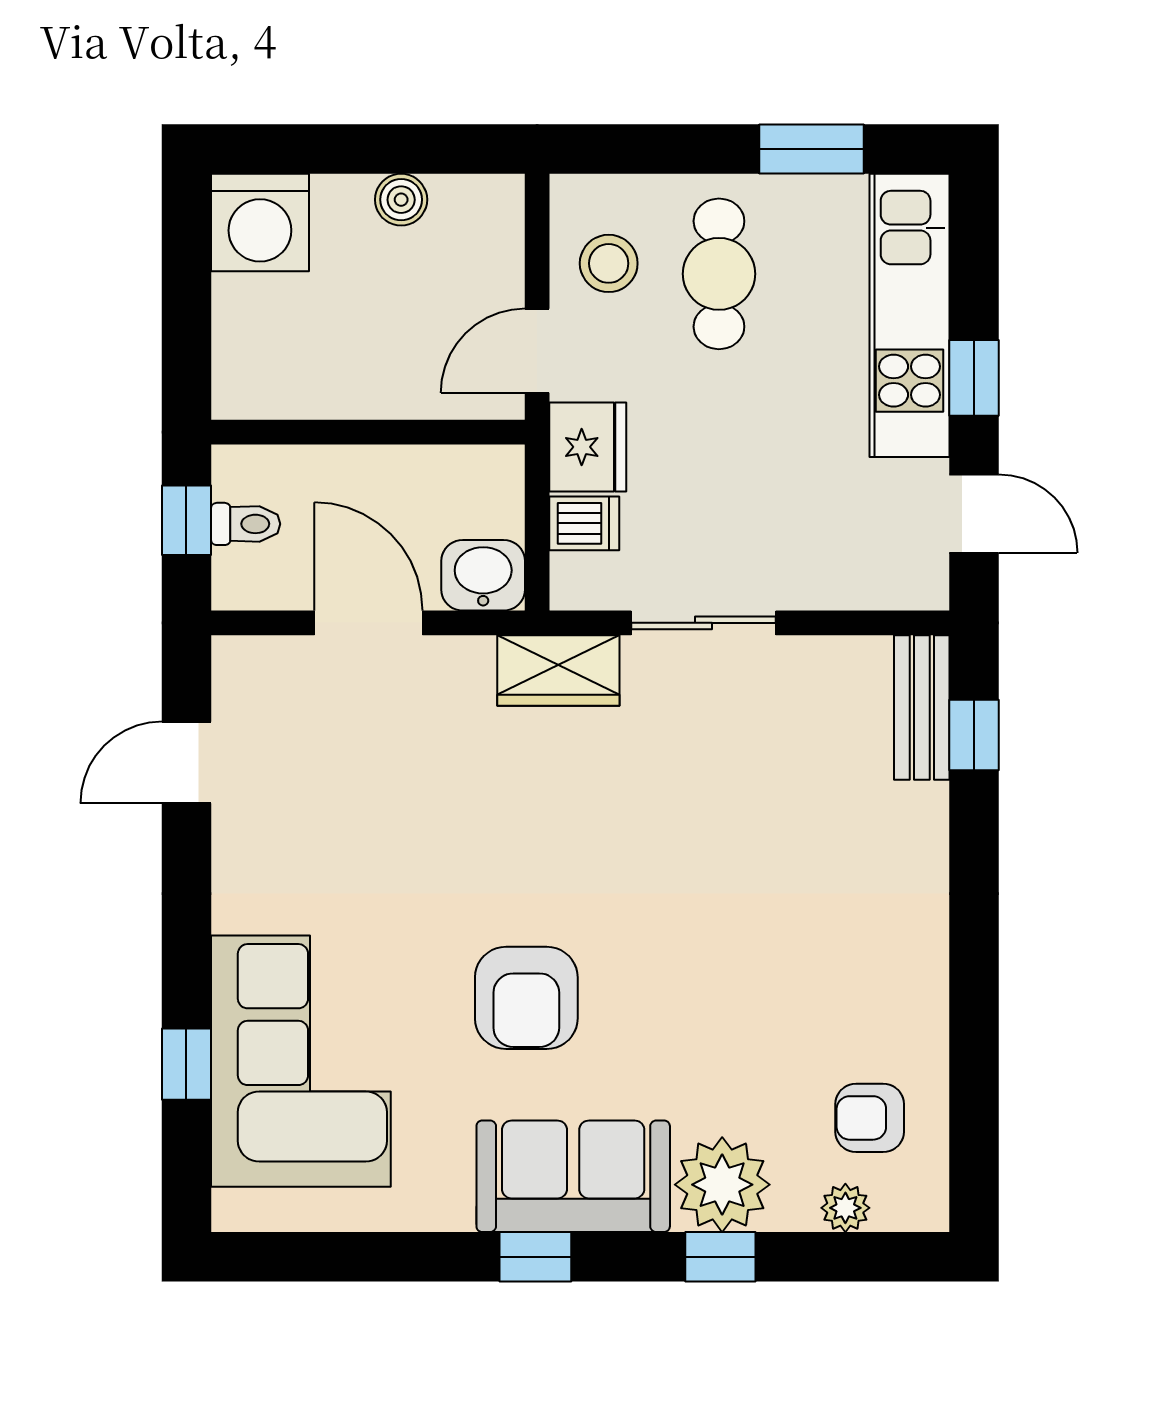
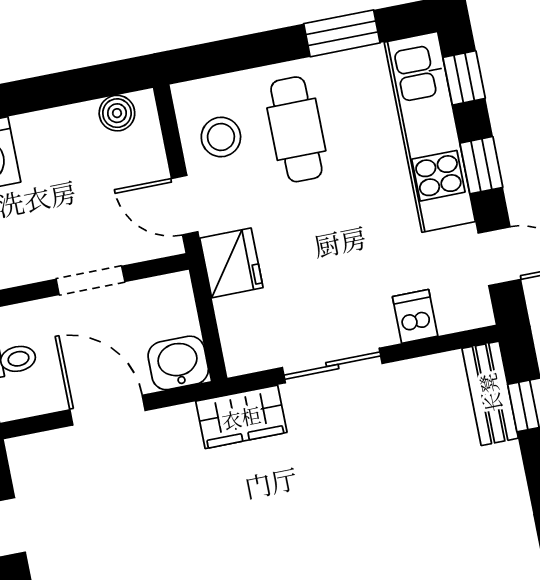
boiler: (401, 200) -> (117, 113), moved
window: (974, 248) -> (464, 78), added
door: (537, 351) -> (185, 205), hinge flipped
doorway: (381, 432) -> (90, 280), added
dishwasher: (584, 523) -> (415, 316), moved, turned -90

